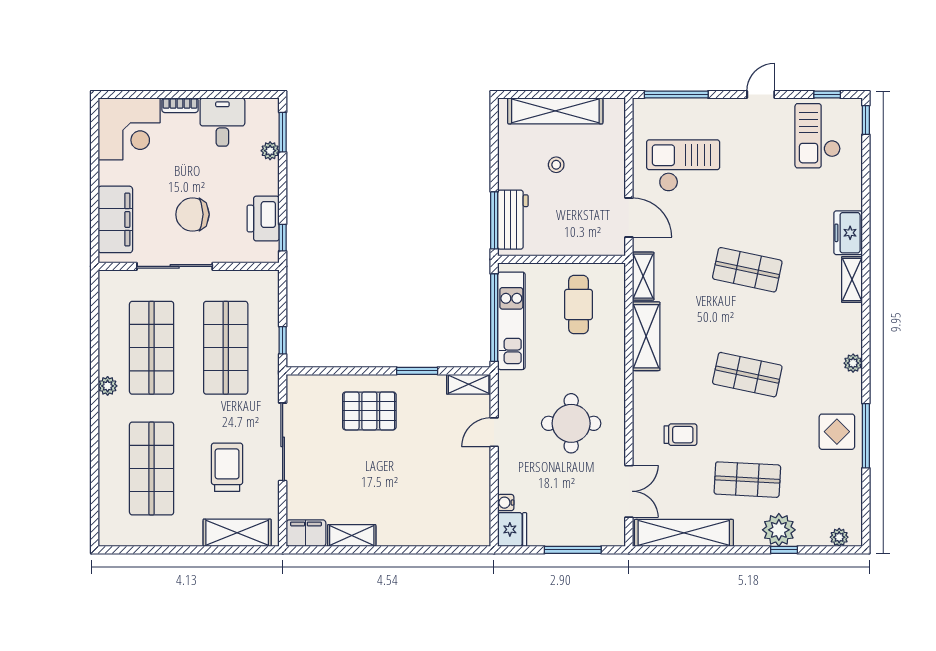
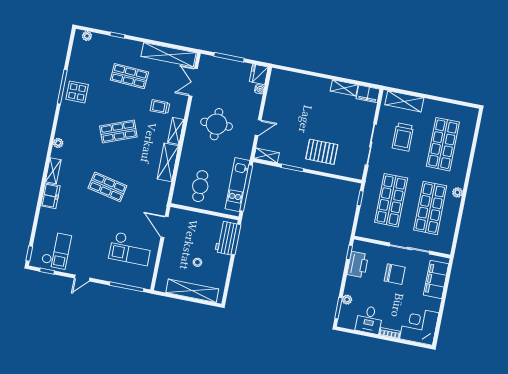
shelving: (643, 276) -> (176, 131), moved
plant: (853, 363) -> (58, 143), moved
shop shelf: (747, 375) -> (118, 131), turned -33
plant: (779, 530) -> (118, 46), removed

